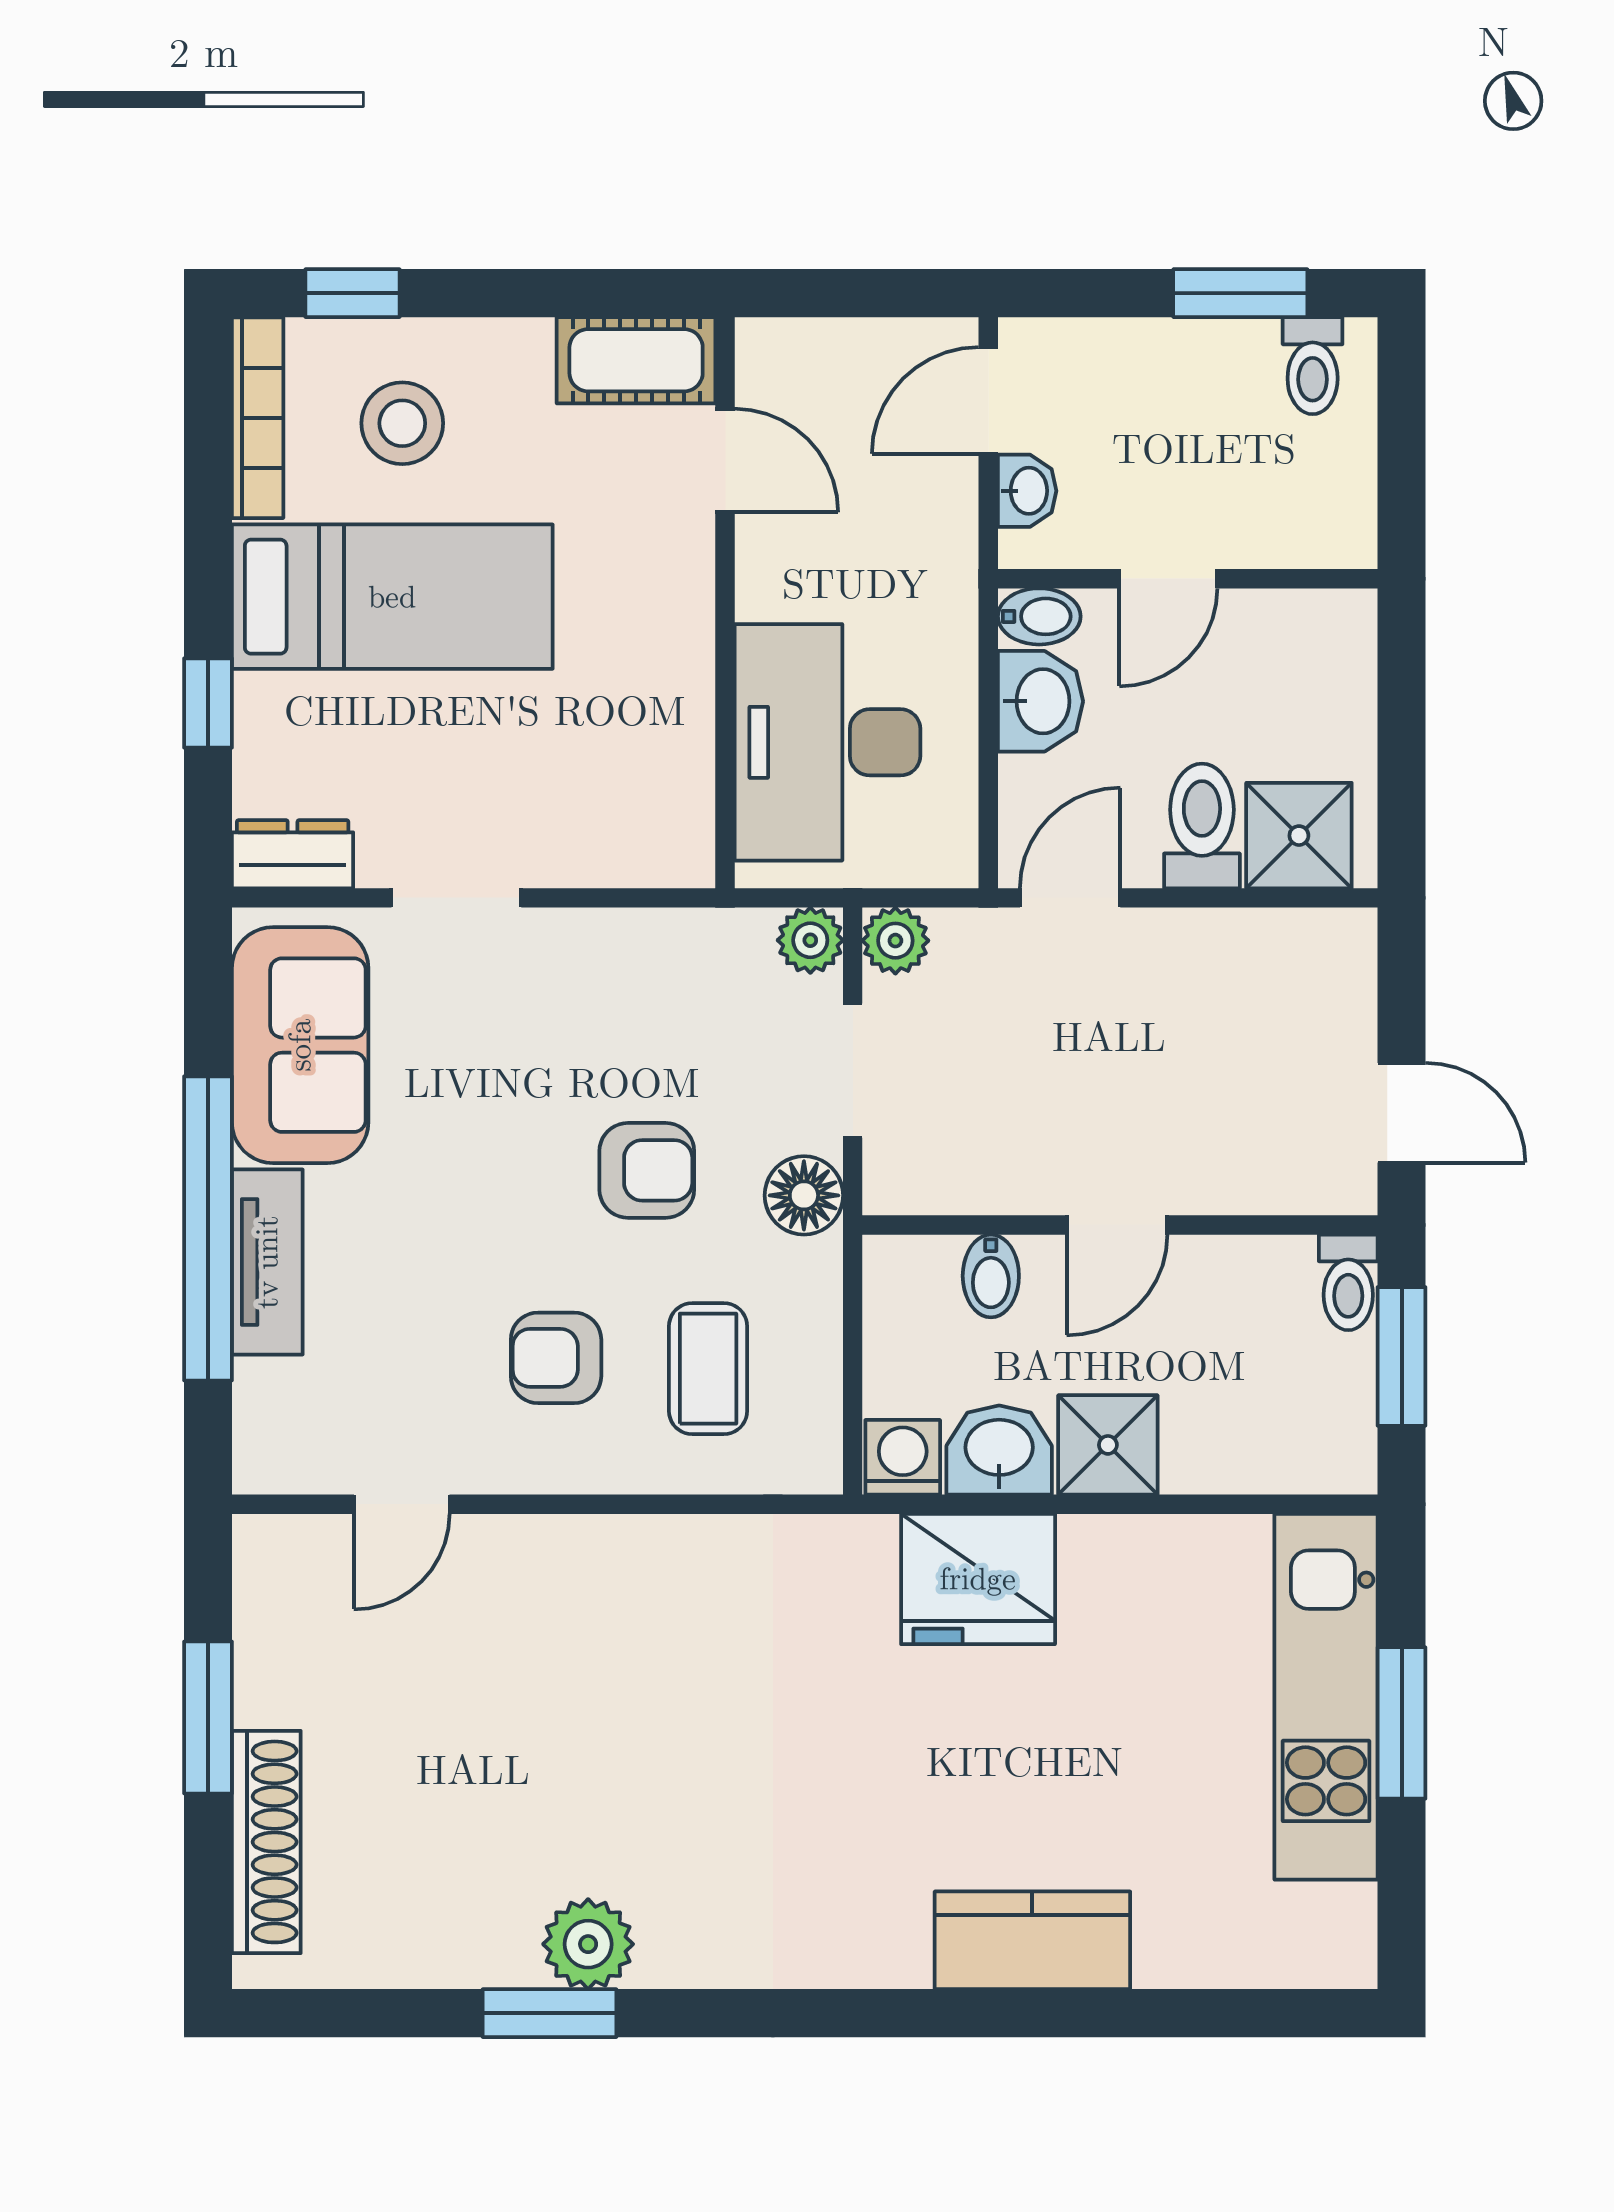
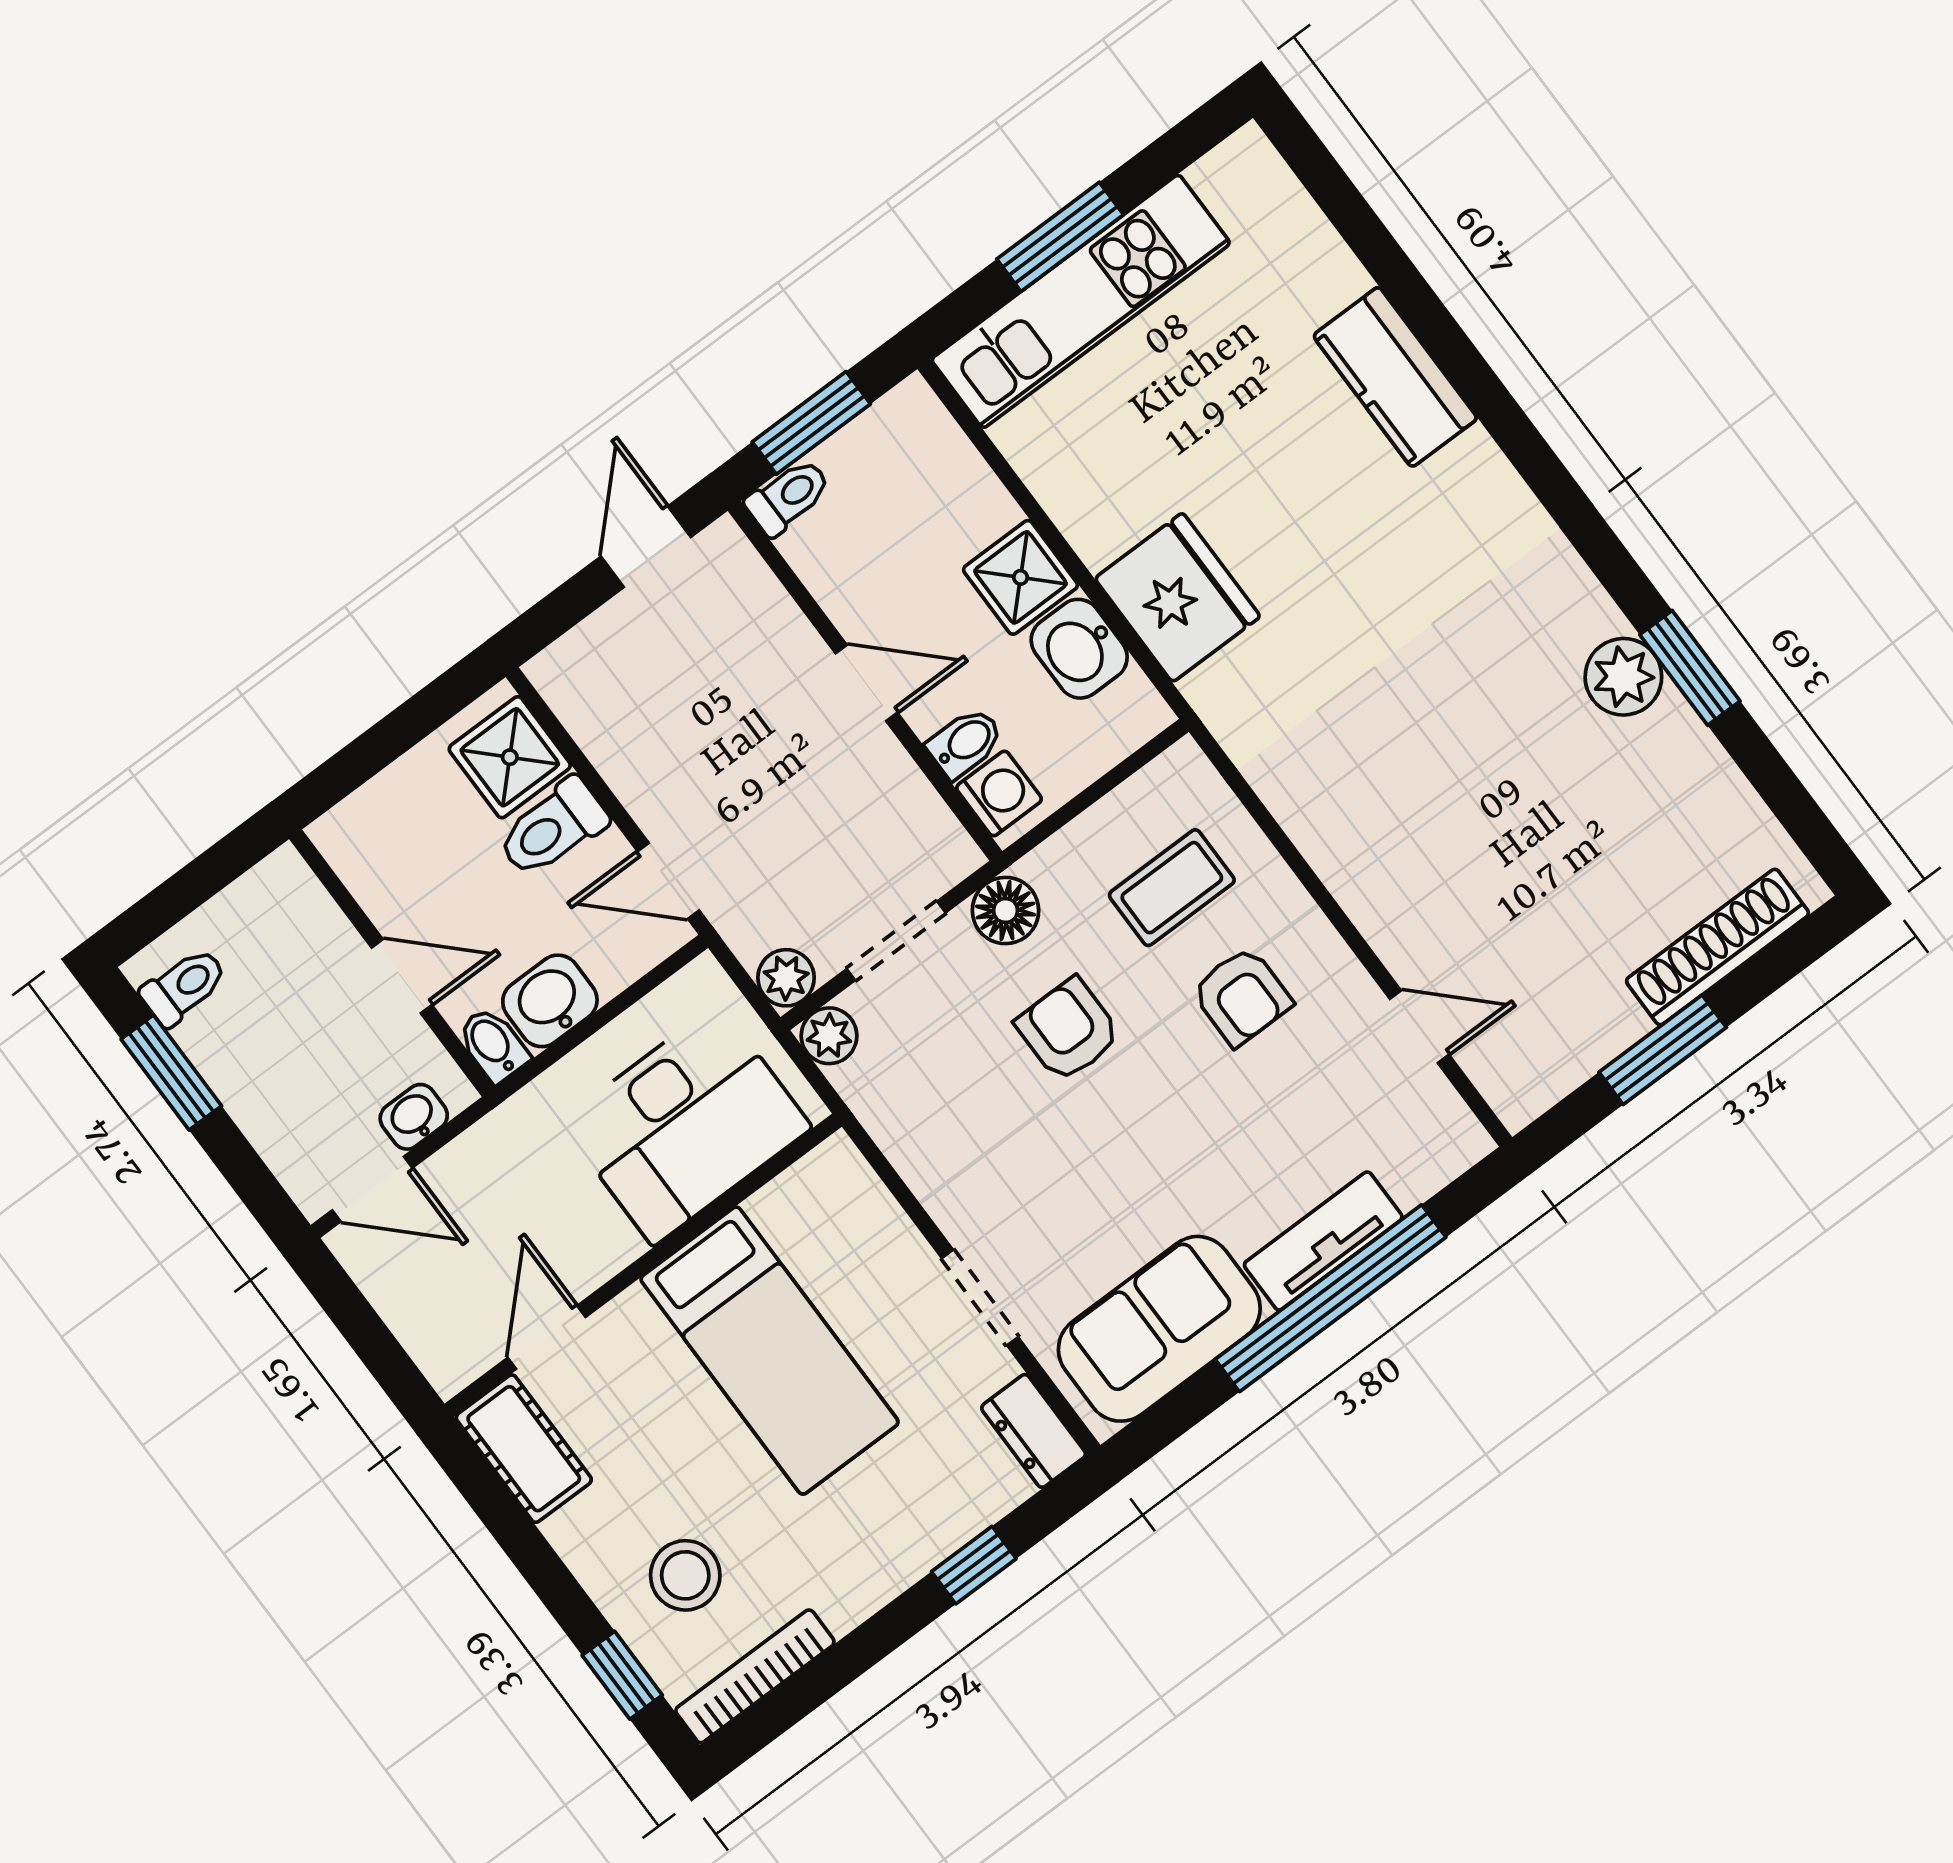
bed: (392, 597) -> (769, 1351), moved, turned 180
washing machine: (903, 1457) -> (999, 794), moved, turned 180

